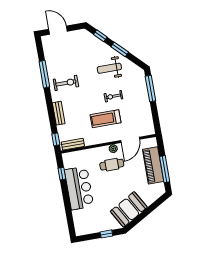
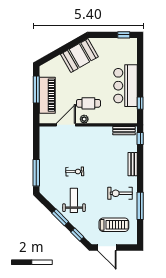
door: (58, 30) -> (107, 248), moved
weight bench: (109, 68) -> (74, 200), turned -90
treadmill: (106, 119) -> (114, 225), moved
window: (106, 234) -> (124, 35), moved

